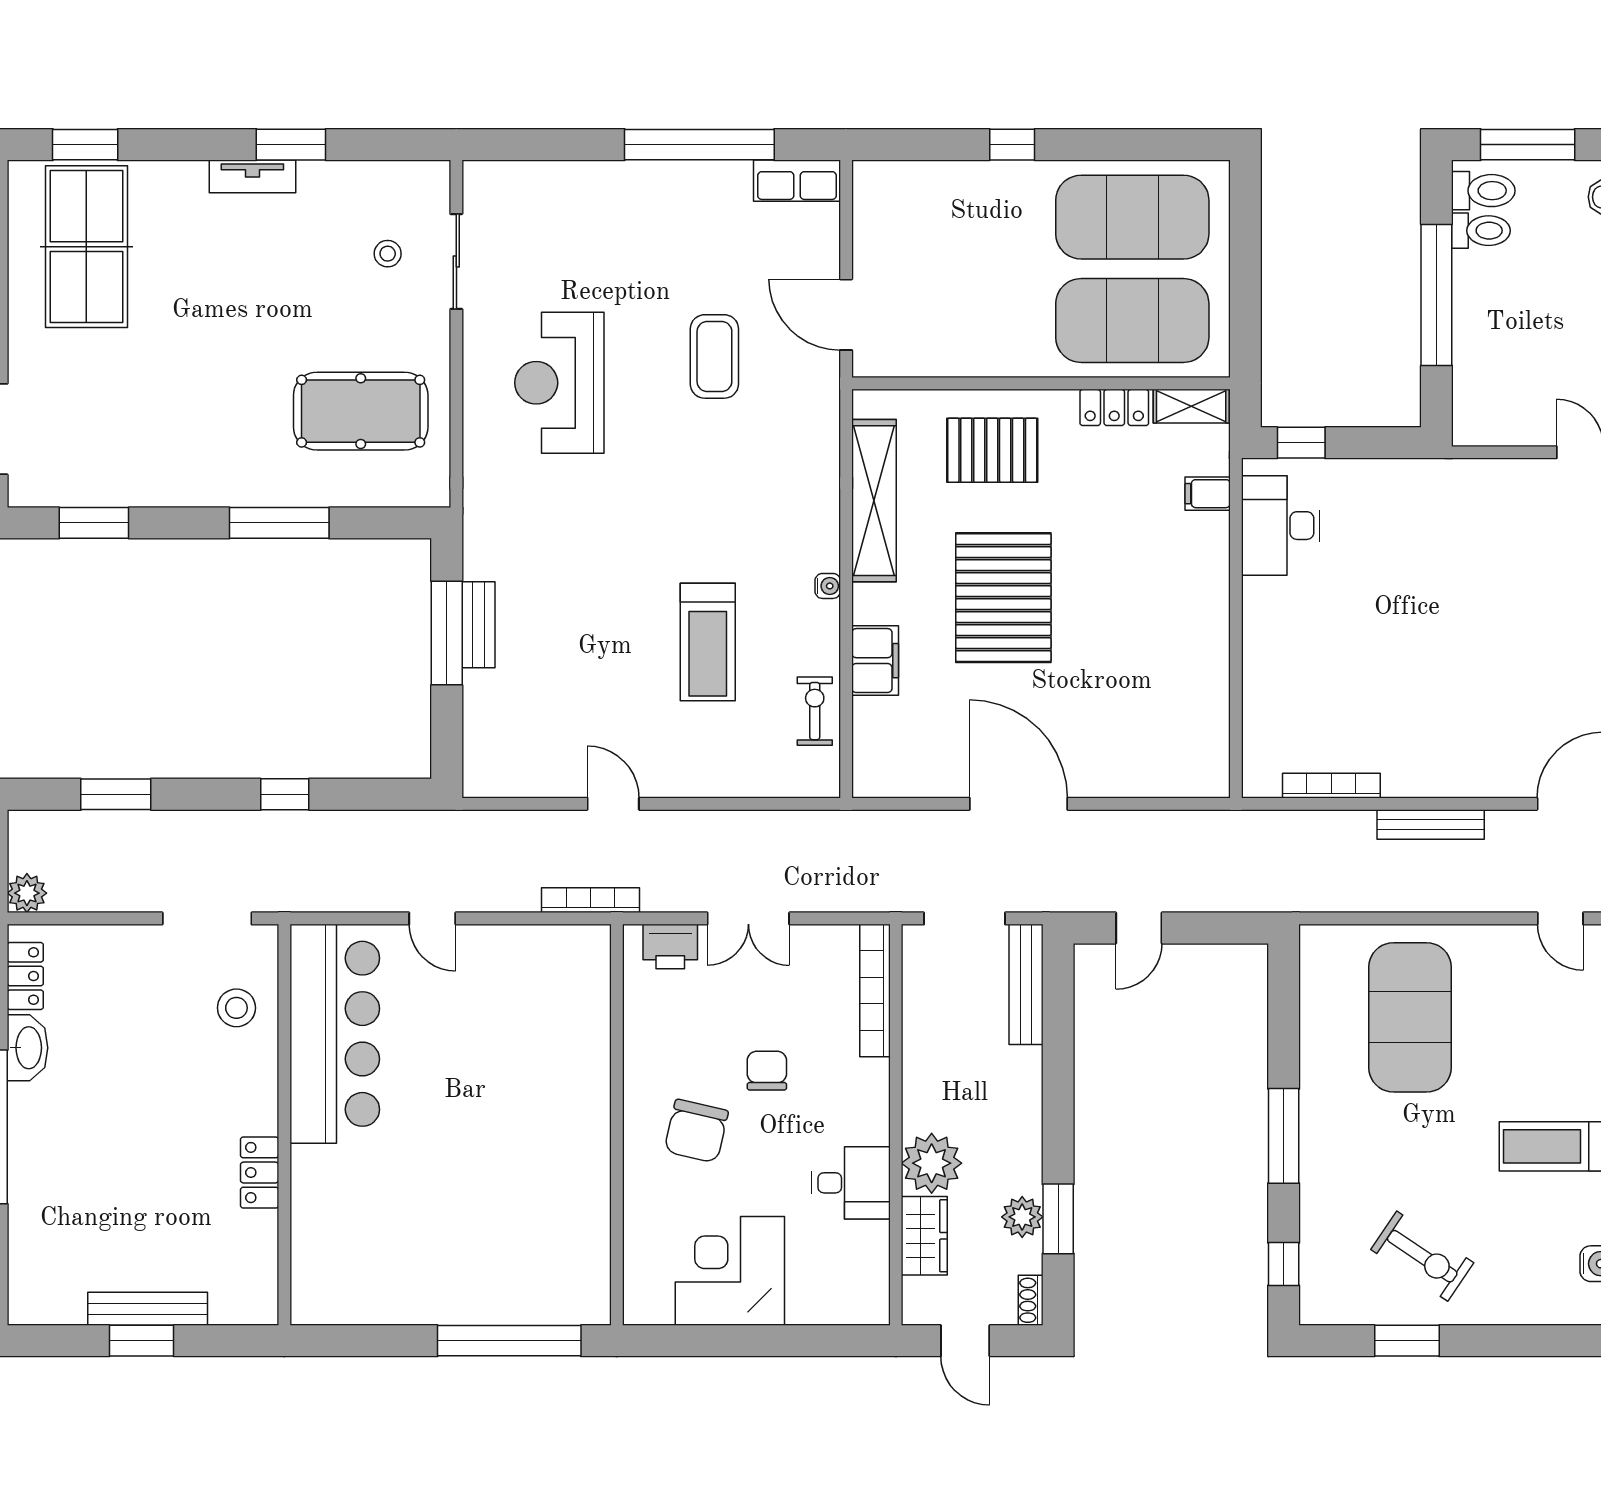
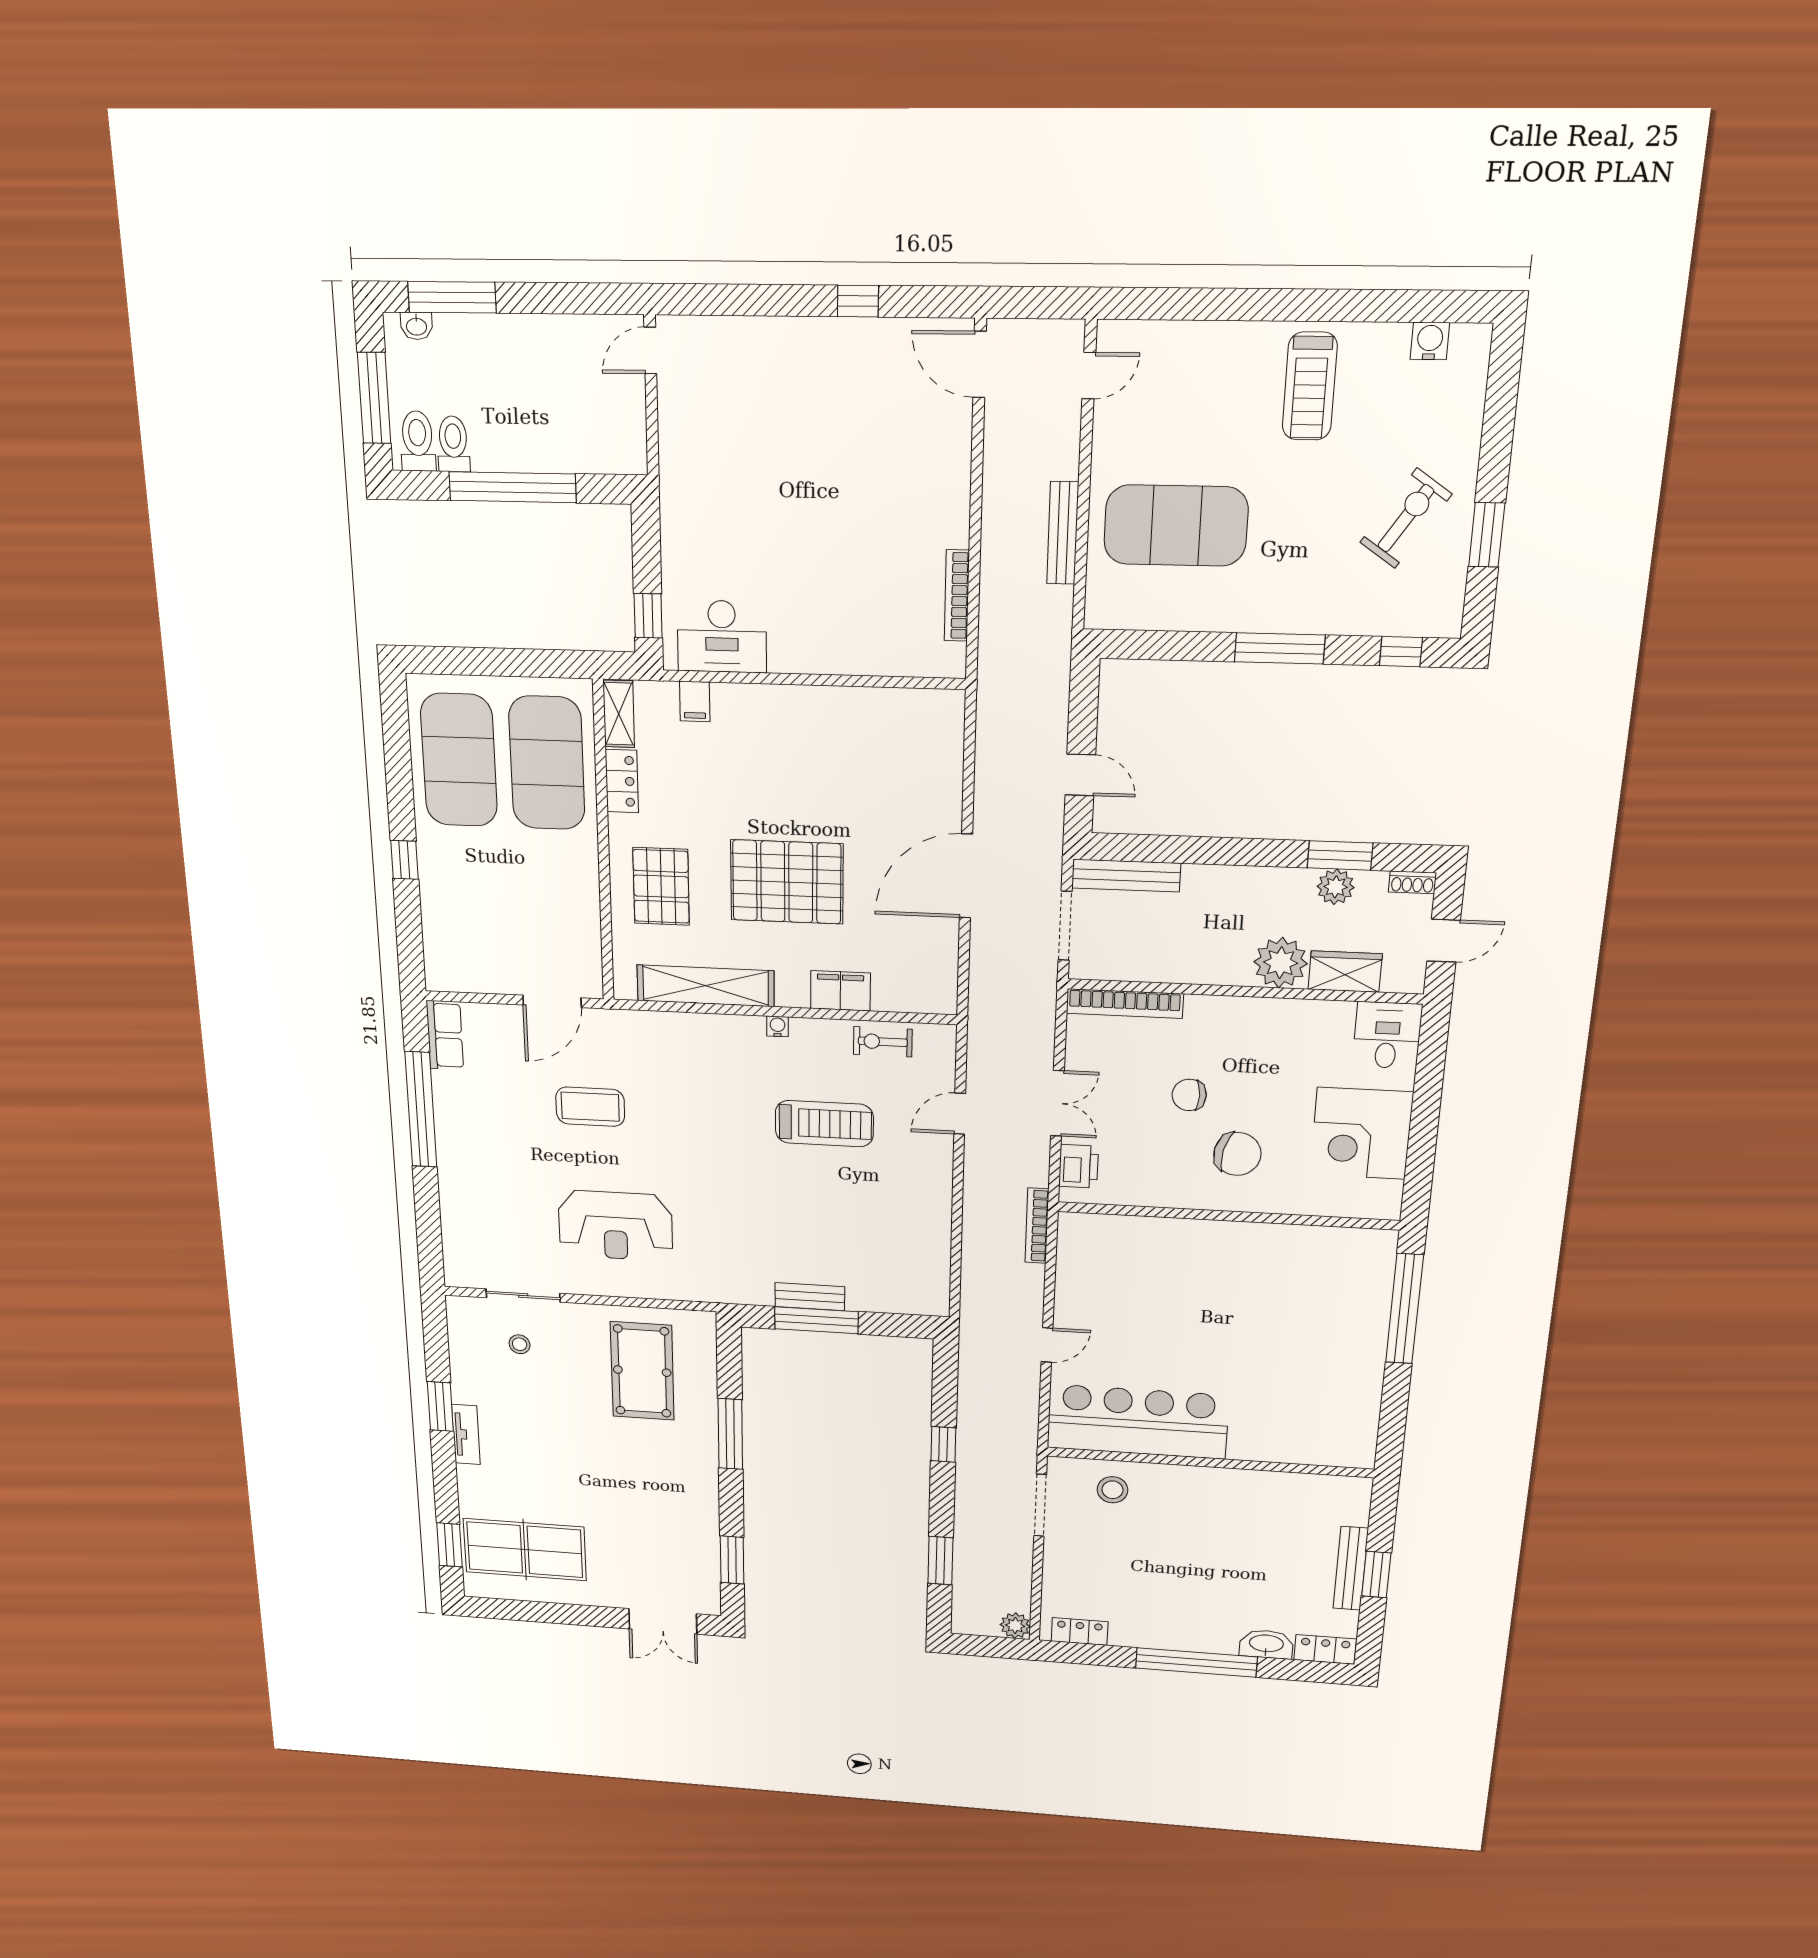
door: (613, 804) -> (960, 1114), moved
bench: (1431, 825) -> (1063, 533), moved
washbasin: (28, 1048) -> (1266, 1644), moved
locker: (260, 1173) -> (1325, 1649), moved, turned 180
desk: (851, 1183) -> (1387, 1035), moved

